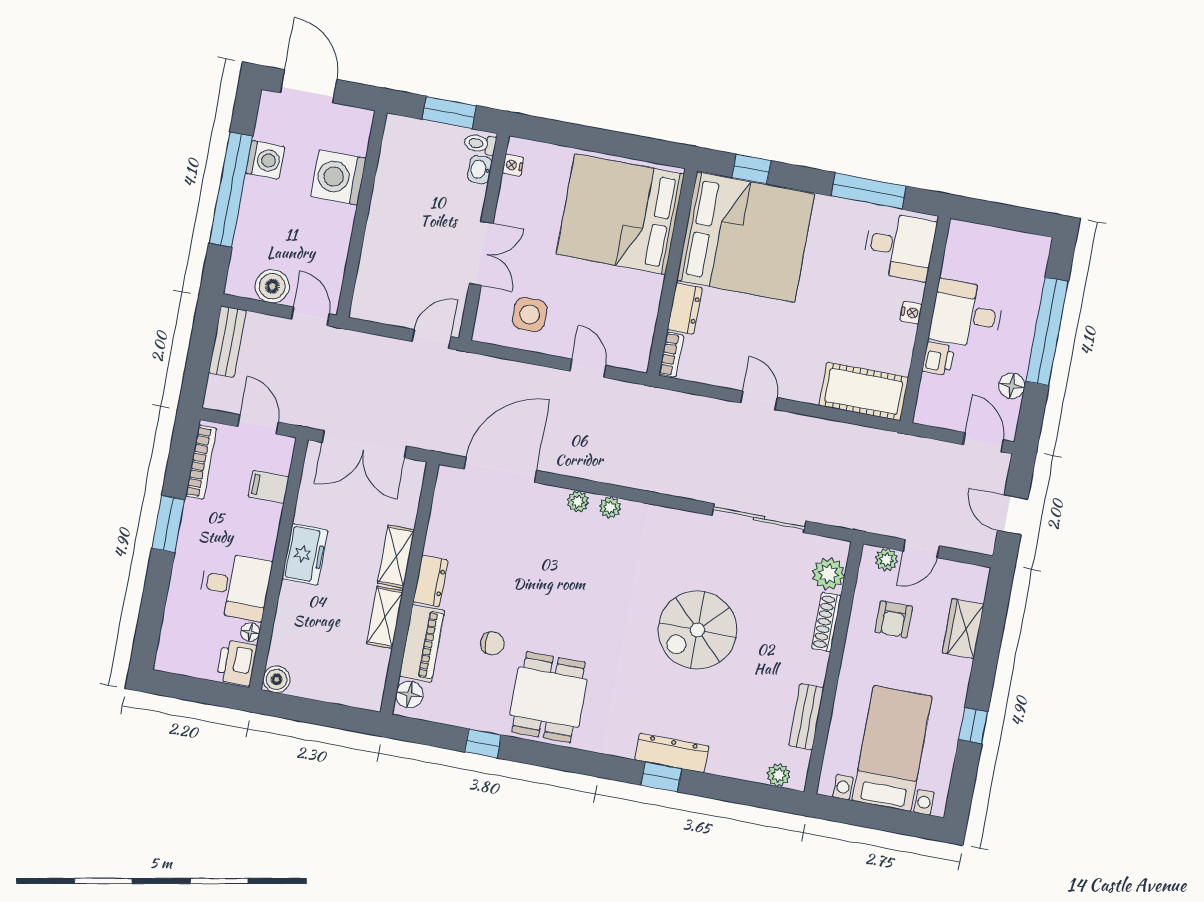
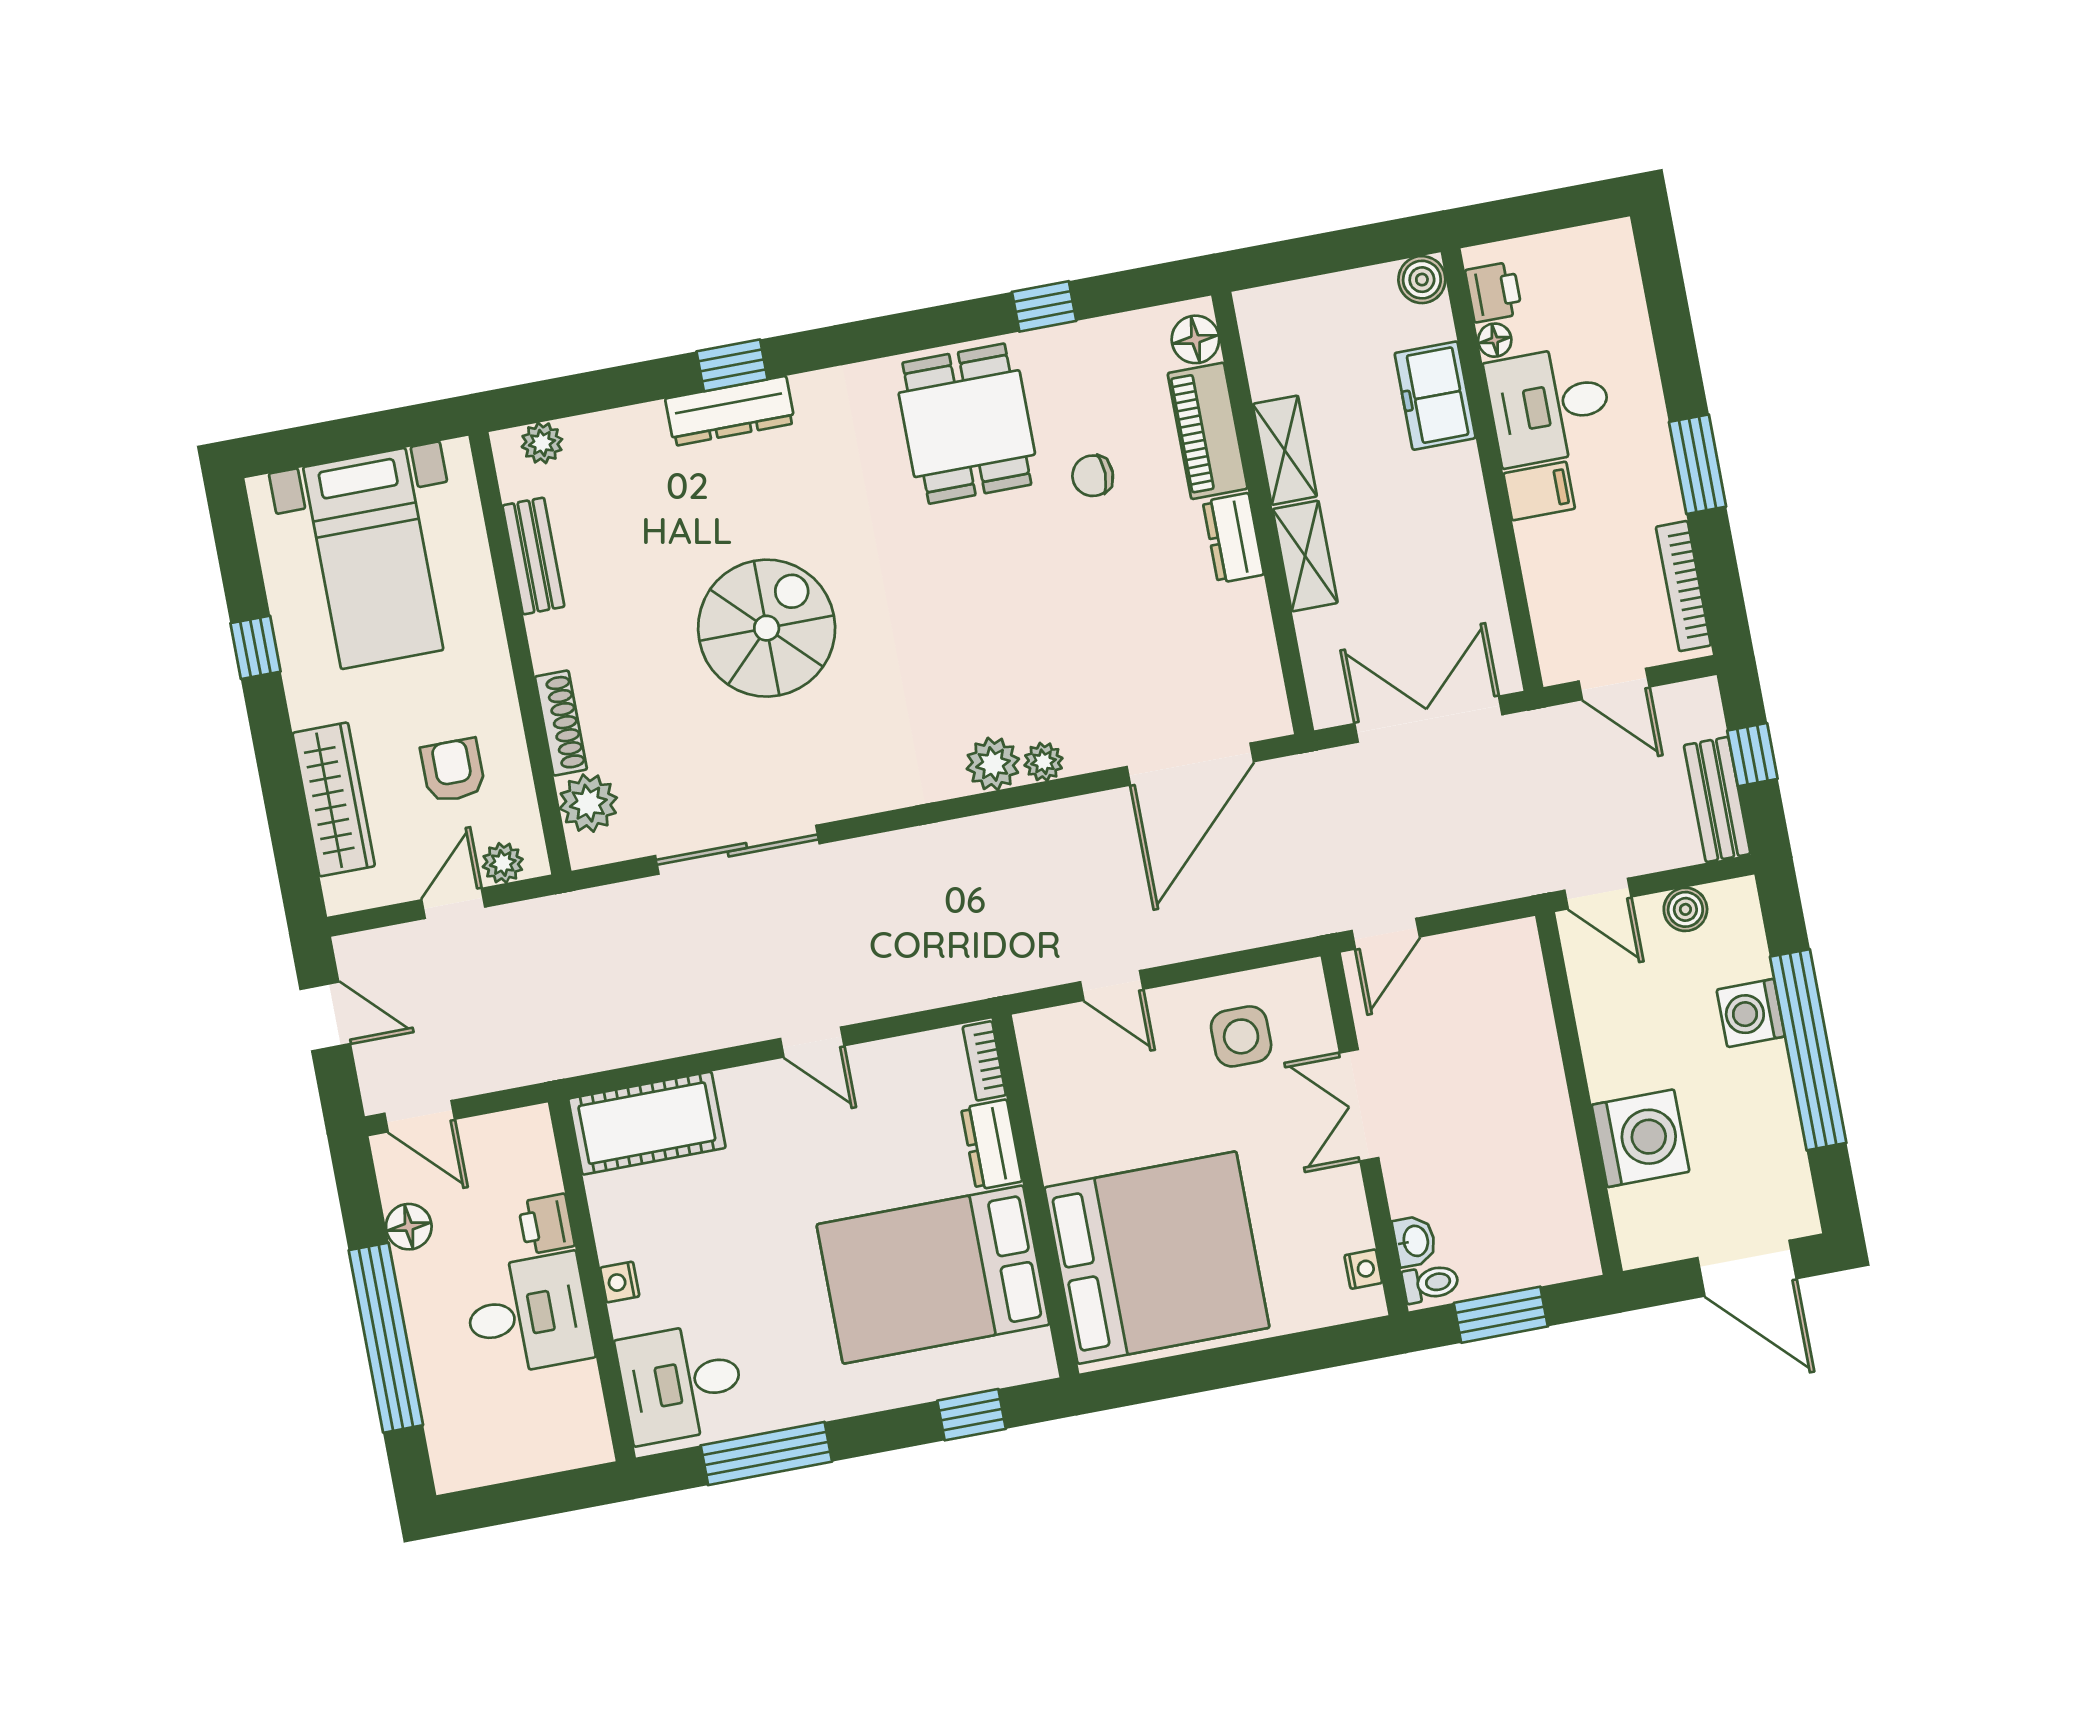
washing machine: (265, 160) -> (1751, 1013), moved
bed: (746, 237) -> (933, 1275), width x0.73
boiler: (272, 286) -> (1685, 909), width x0.73, depth x0.73
window: (199, 358) -> (1752, 755), added
filing cabinet: (268, 487) -> (1539, 491), moved
plant: (610, 507) -> (993, 764), width x1.38, depth x1.38
freezer: (305, 554) -> (1435, 396), moved
wardrobe: (963, 629) -> (334, 799), width x1.50
printer: (237, 663) -> (1494, 292), width x0.73, depth x0.81

